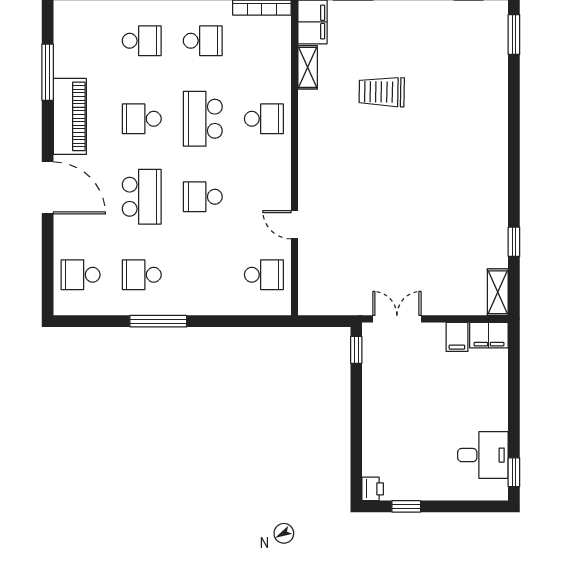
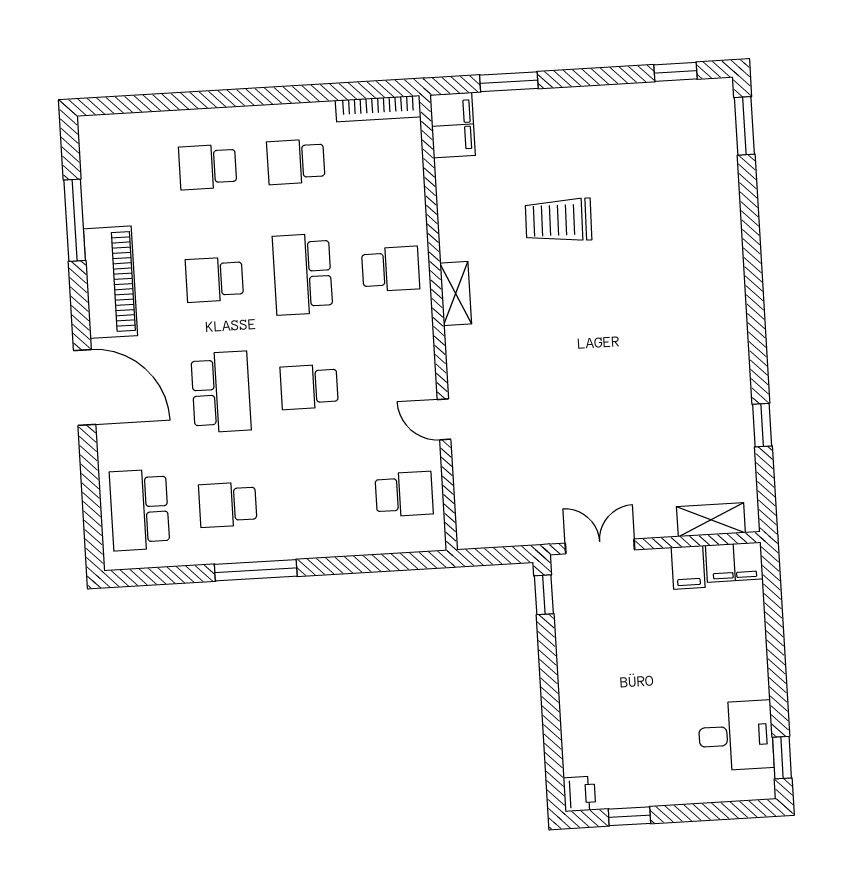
school desk: (142, 41) -> (208, 167), turned 180
school desk: (203, 41) -> (296, 162), turned 180
shelving: (308, 67) -> (456, 293), moved
school desk: (81, 275) -> (140, 510), width x1.85
shelving: (498, 292) -> (711, 520), moved, turned 90

